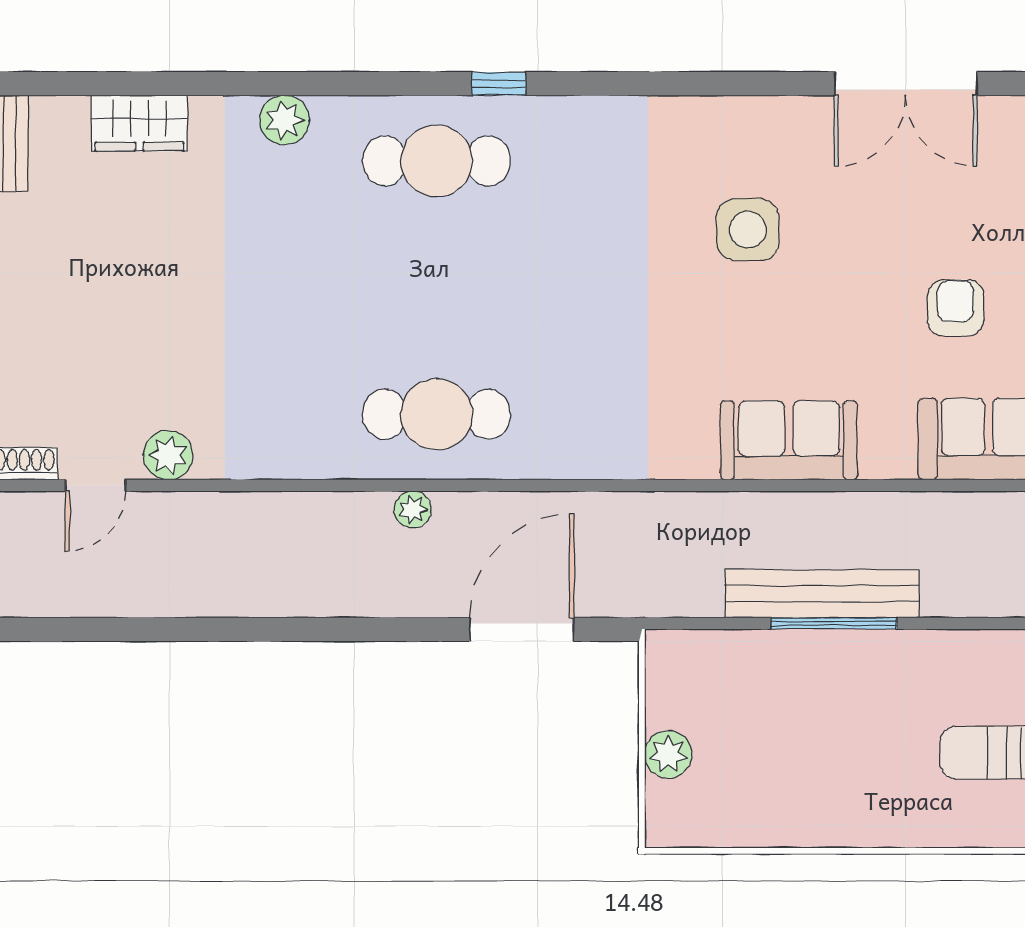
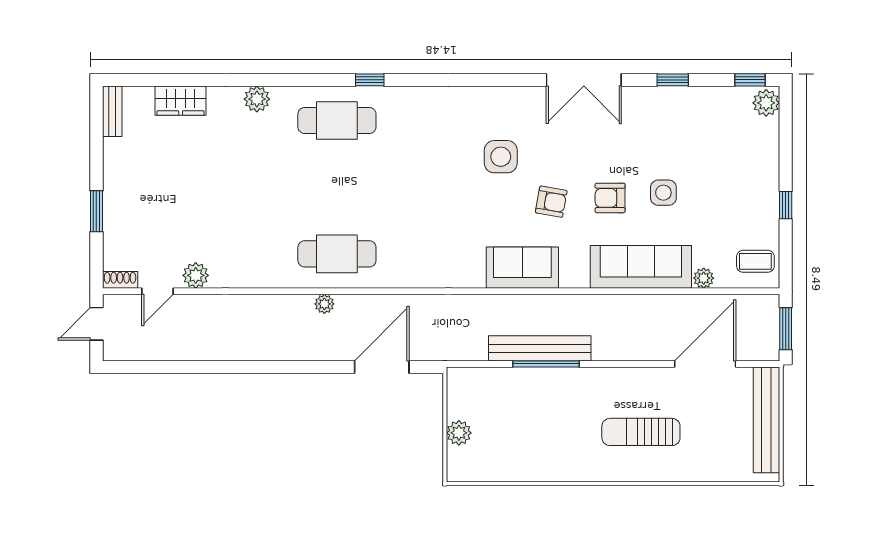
armchair: (956, 308) -> (610, 198), turned -90
armchair: (844, 315) -> (551, 202), added

